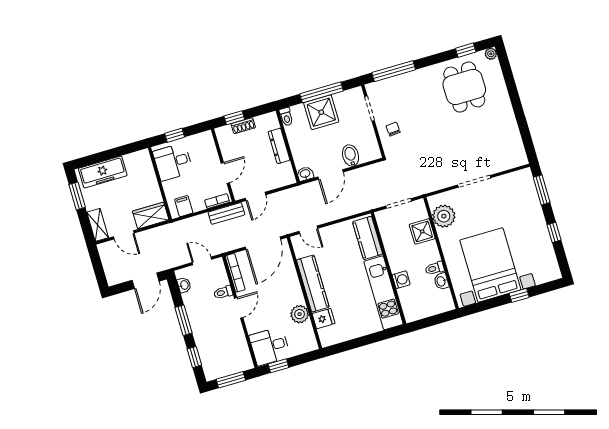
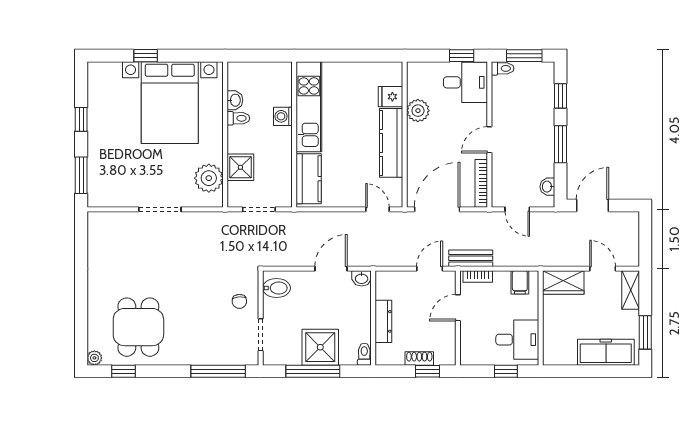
bidet: (351, 155) -> (276, 288), moved, turned -90
toilet: (223, 292) -> (503, 68), moved

